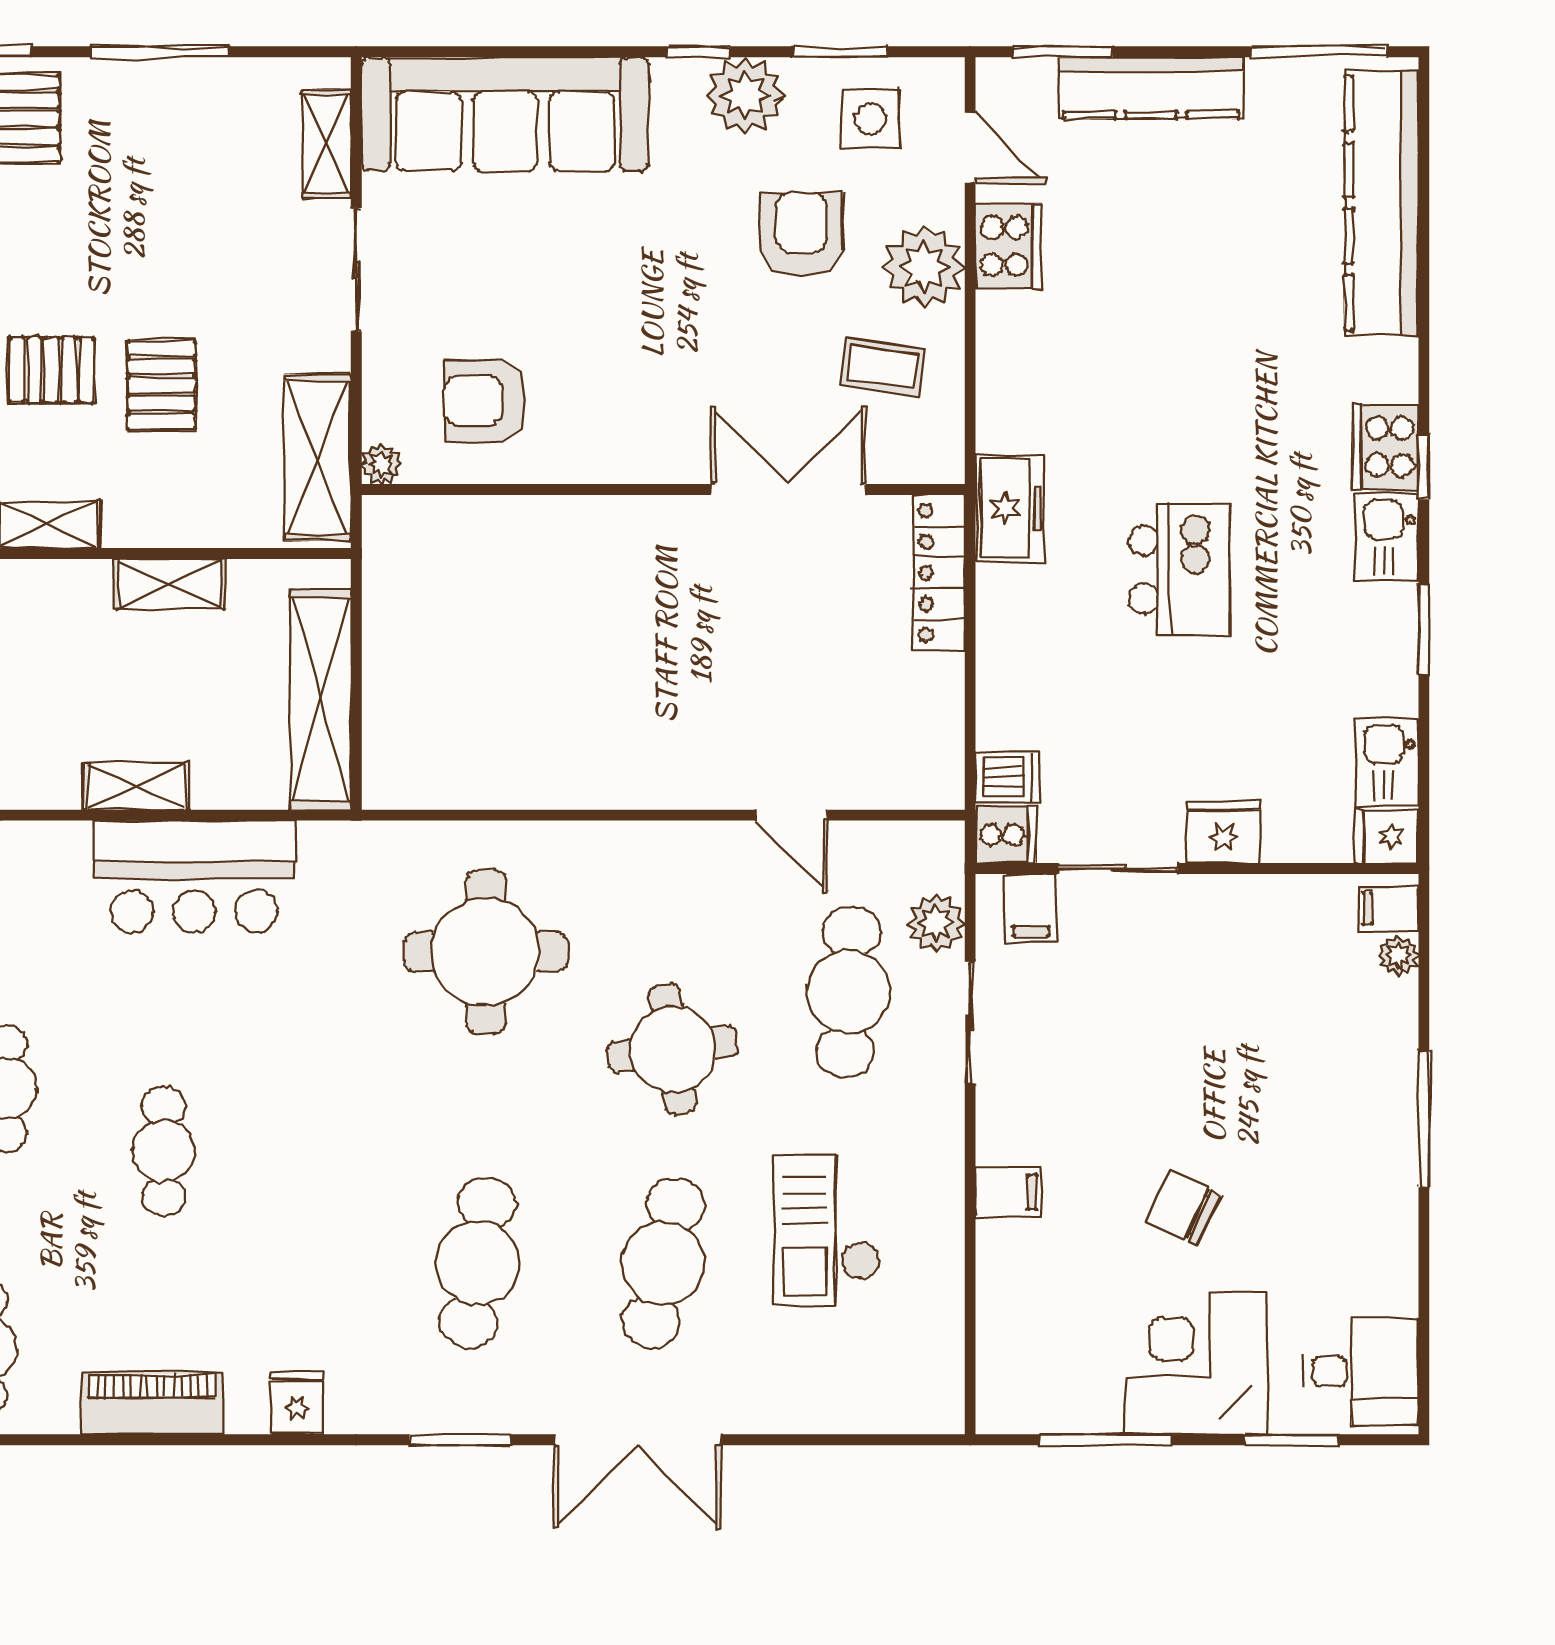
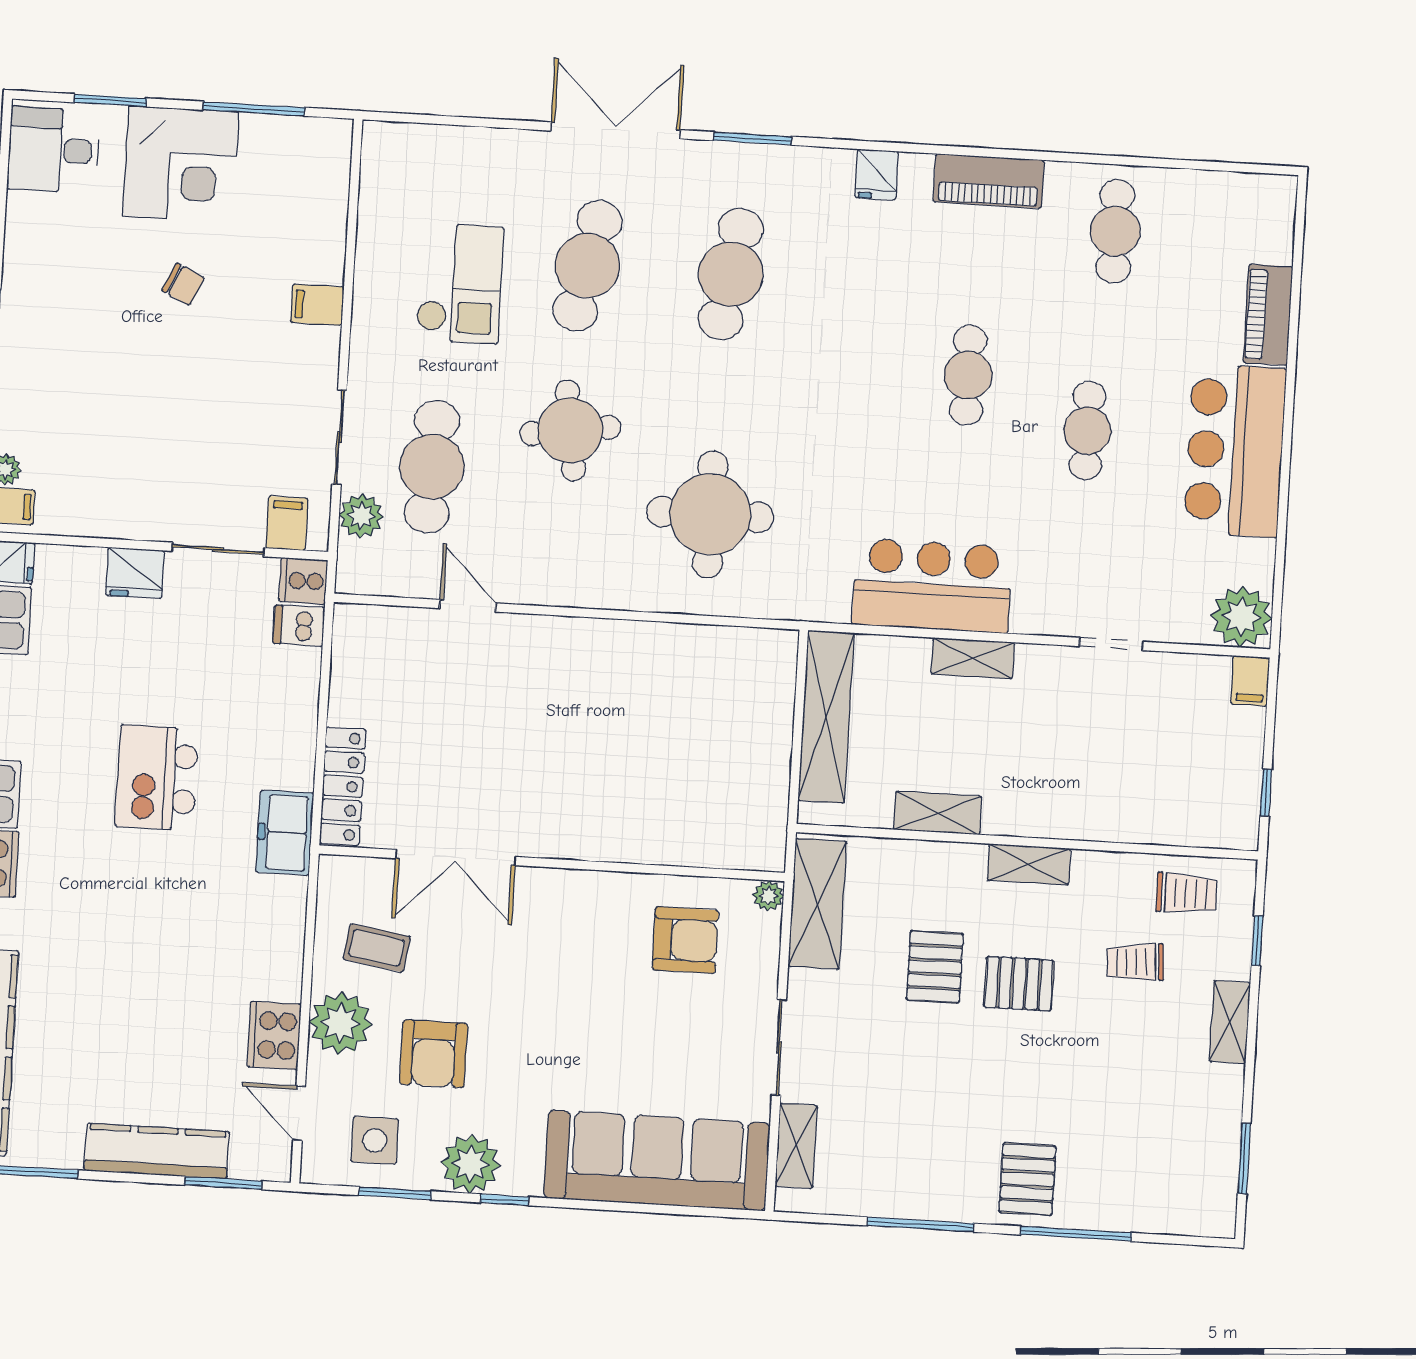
chair: (1183, 1208) -> (183, 284), width x0.73, depth x0.73

